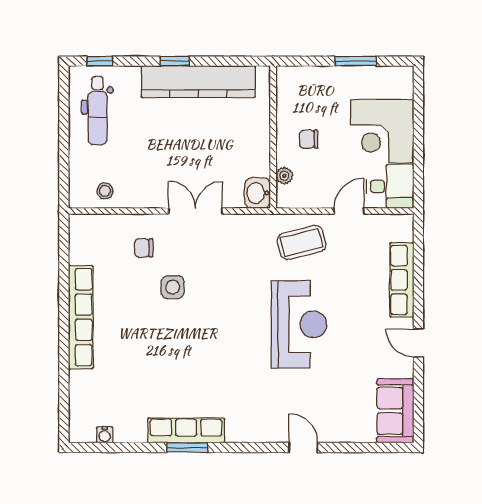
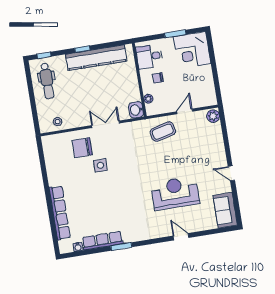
corner desk: (382, 131) -> (192, 50), moved
desk: (390, 186) -> (149, 57), moved, turned 180
plant: (402, 229) -> (213, 116), added
chair: (144, 248) -> (82, 148), width x1.87, depth x1.87
row of seats: (402, 280) -> (217, 142), removed
row of seats: (81, 317) -> (60, 213), moved
reception desk: (299, 324) -> (175, 193), moved, turned -90
row of seats: (186, 430) -> (102, 241), moved

